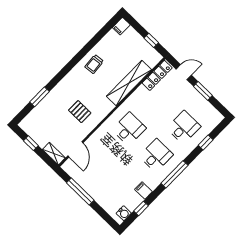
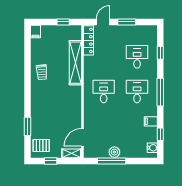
pallet: (80, 112) -> (41, 146), moved
door: (75, 149) -> (83, 137), swing flipped
plant: (90, 187) -> (114, 152), added

